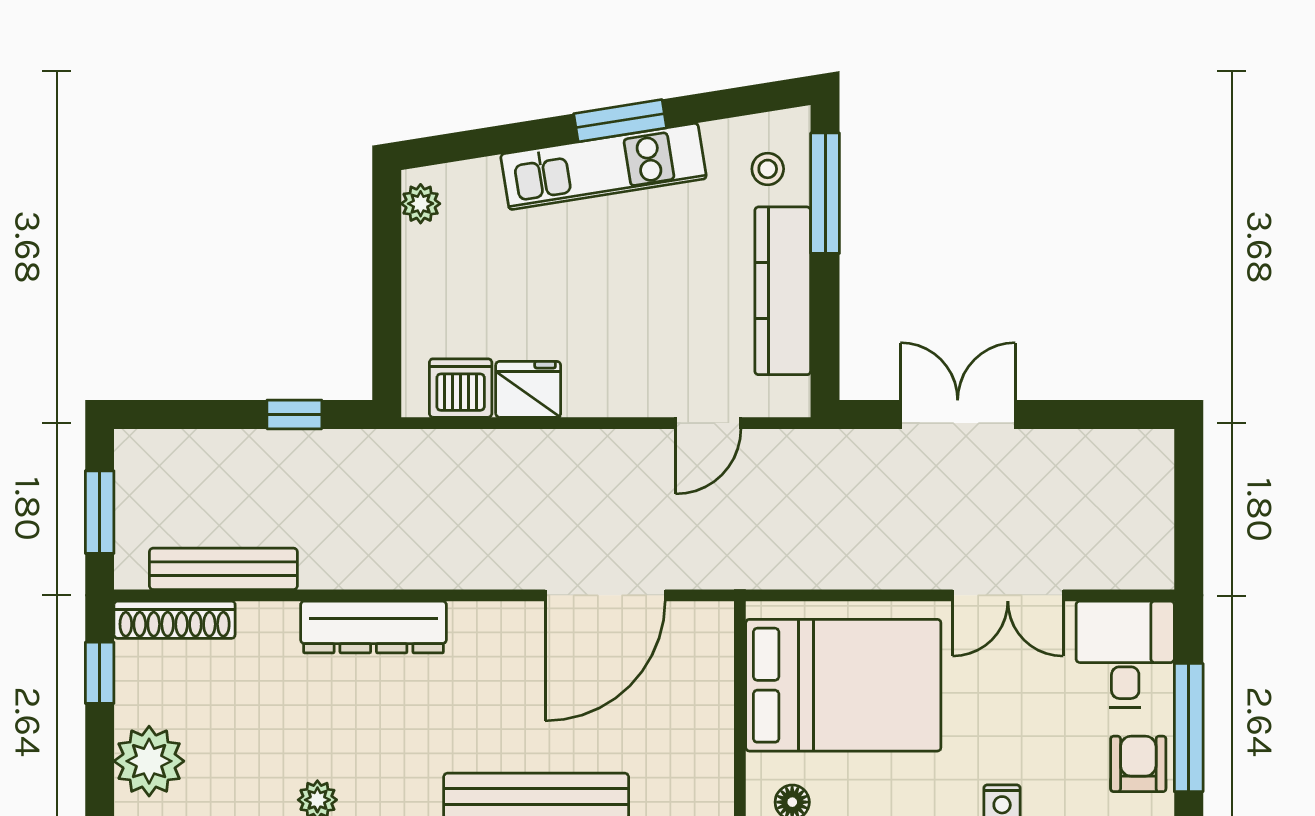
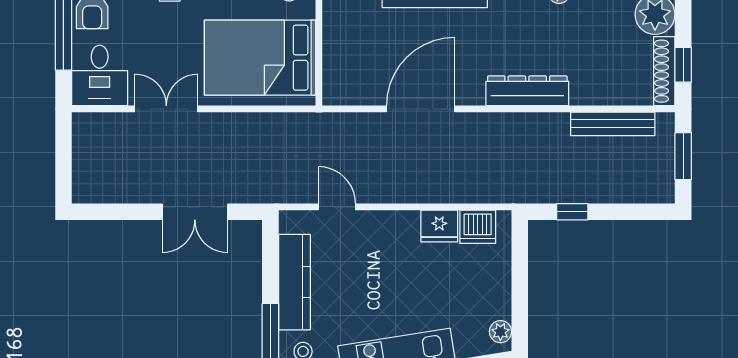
door: (708, 423) -> (337, 207), hinge flipped
door: (605, 595) -> (421, 109), moved
shoe rack: (175, 620) -> (664, 71), moved, turned -90

